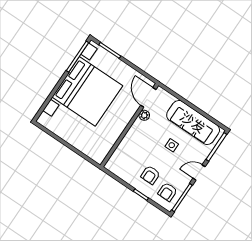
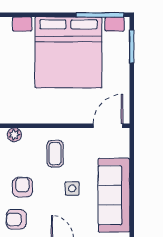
plant: (144, 115) -> (14, 135), moved
coffee table: (143, 141) -> (55, 154), added
armchair: (150, 175) -> (22, 187), turned 90

